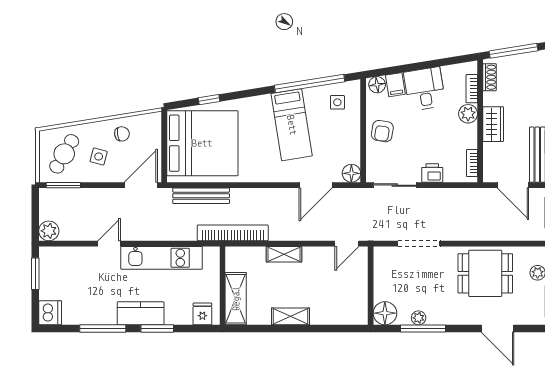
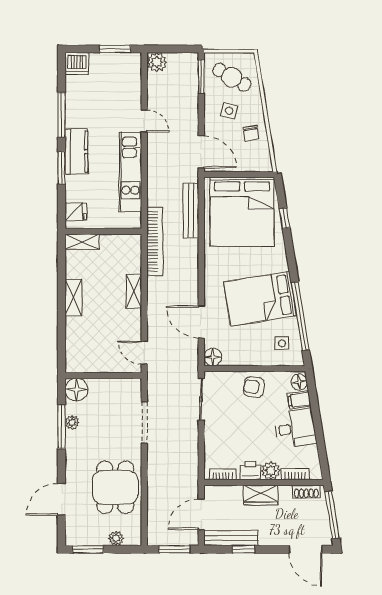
bed: (292, 125) -> (260, 299), width x1.50
printer: (432, 173) -> (250, 471), moved, turned -90
shelving: (236, 299) -> (82, 242), width x0.67, depth x0.75

